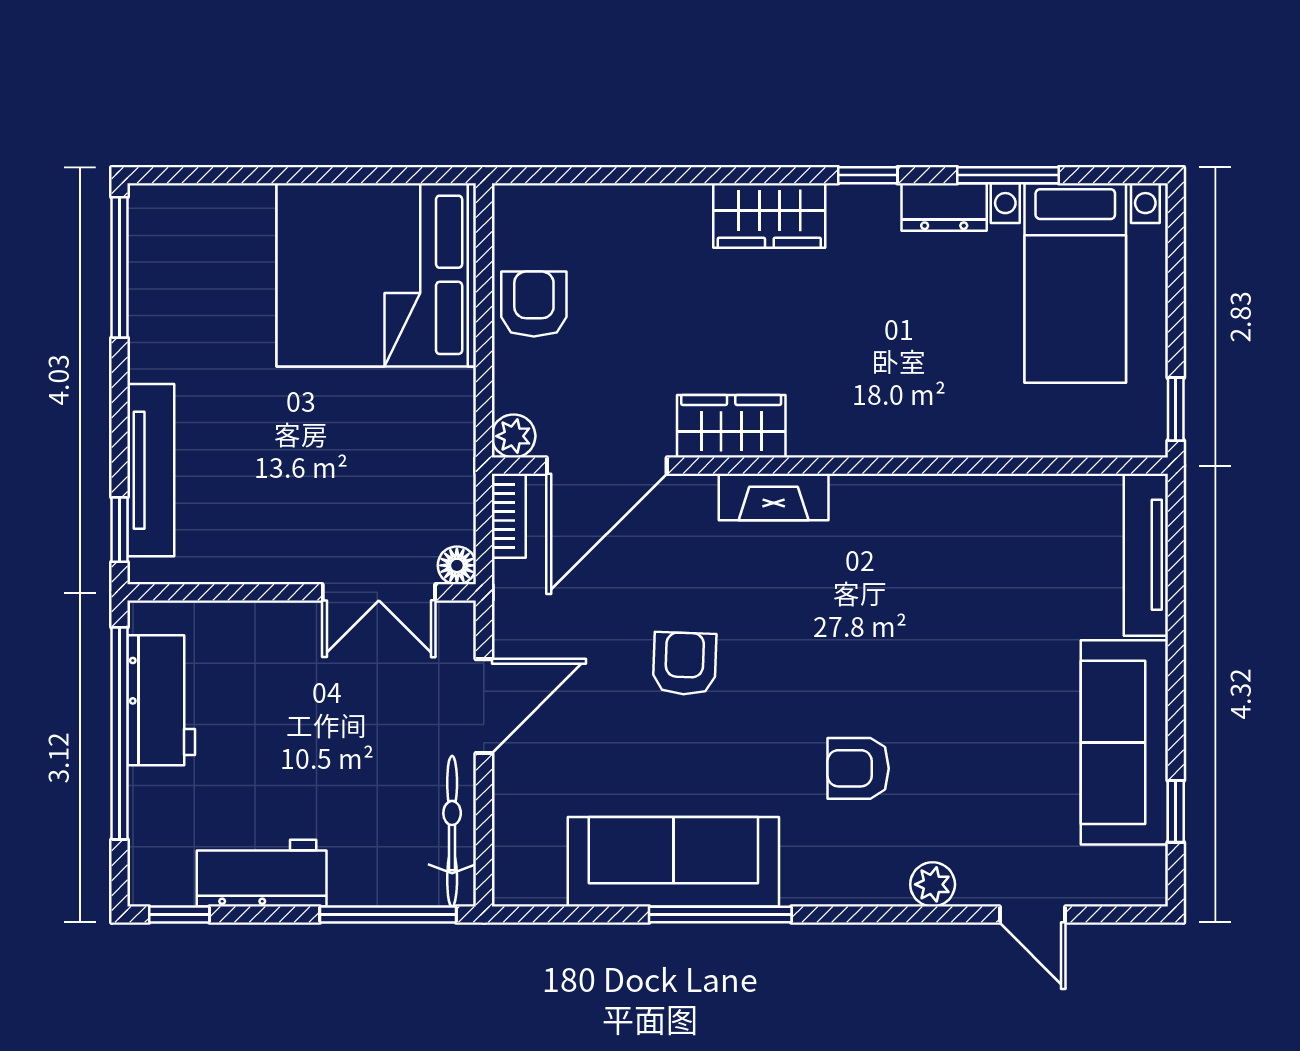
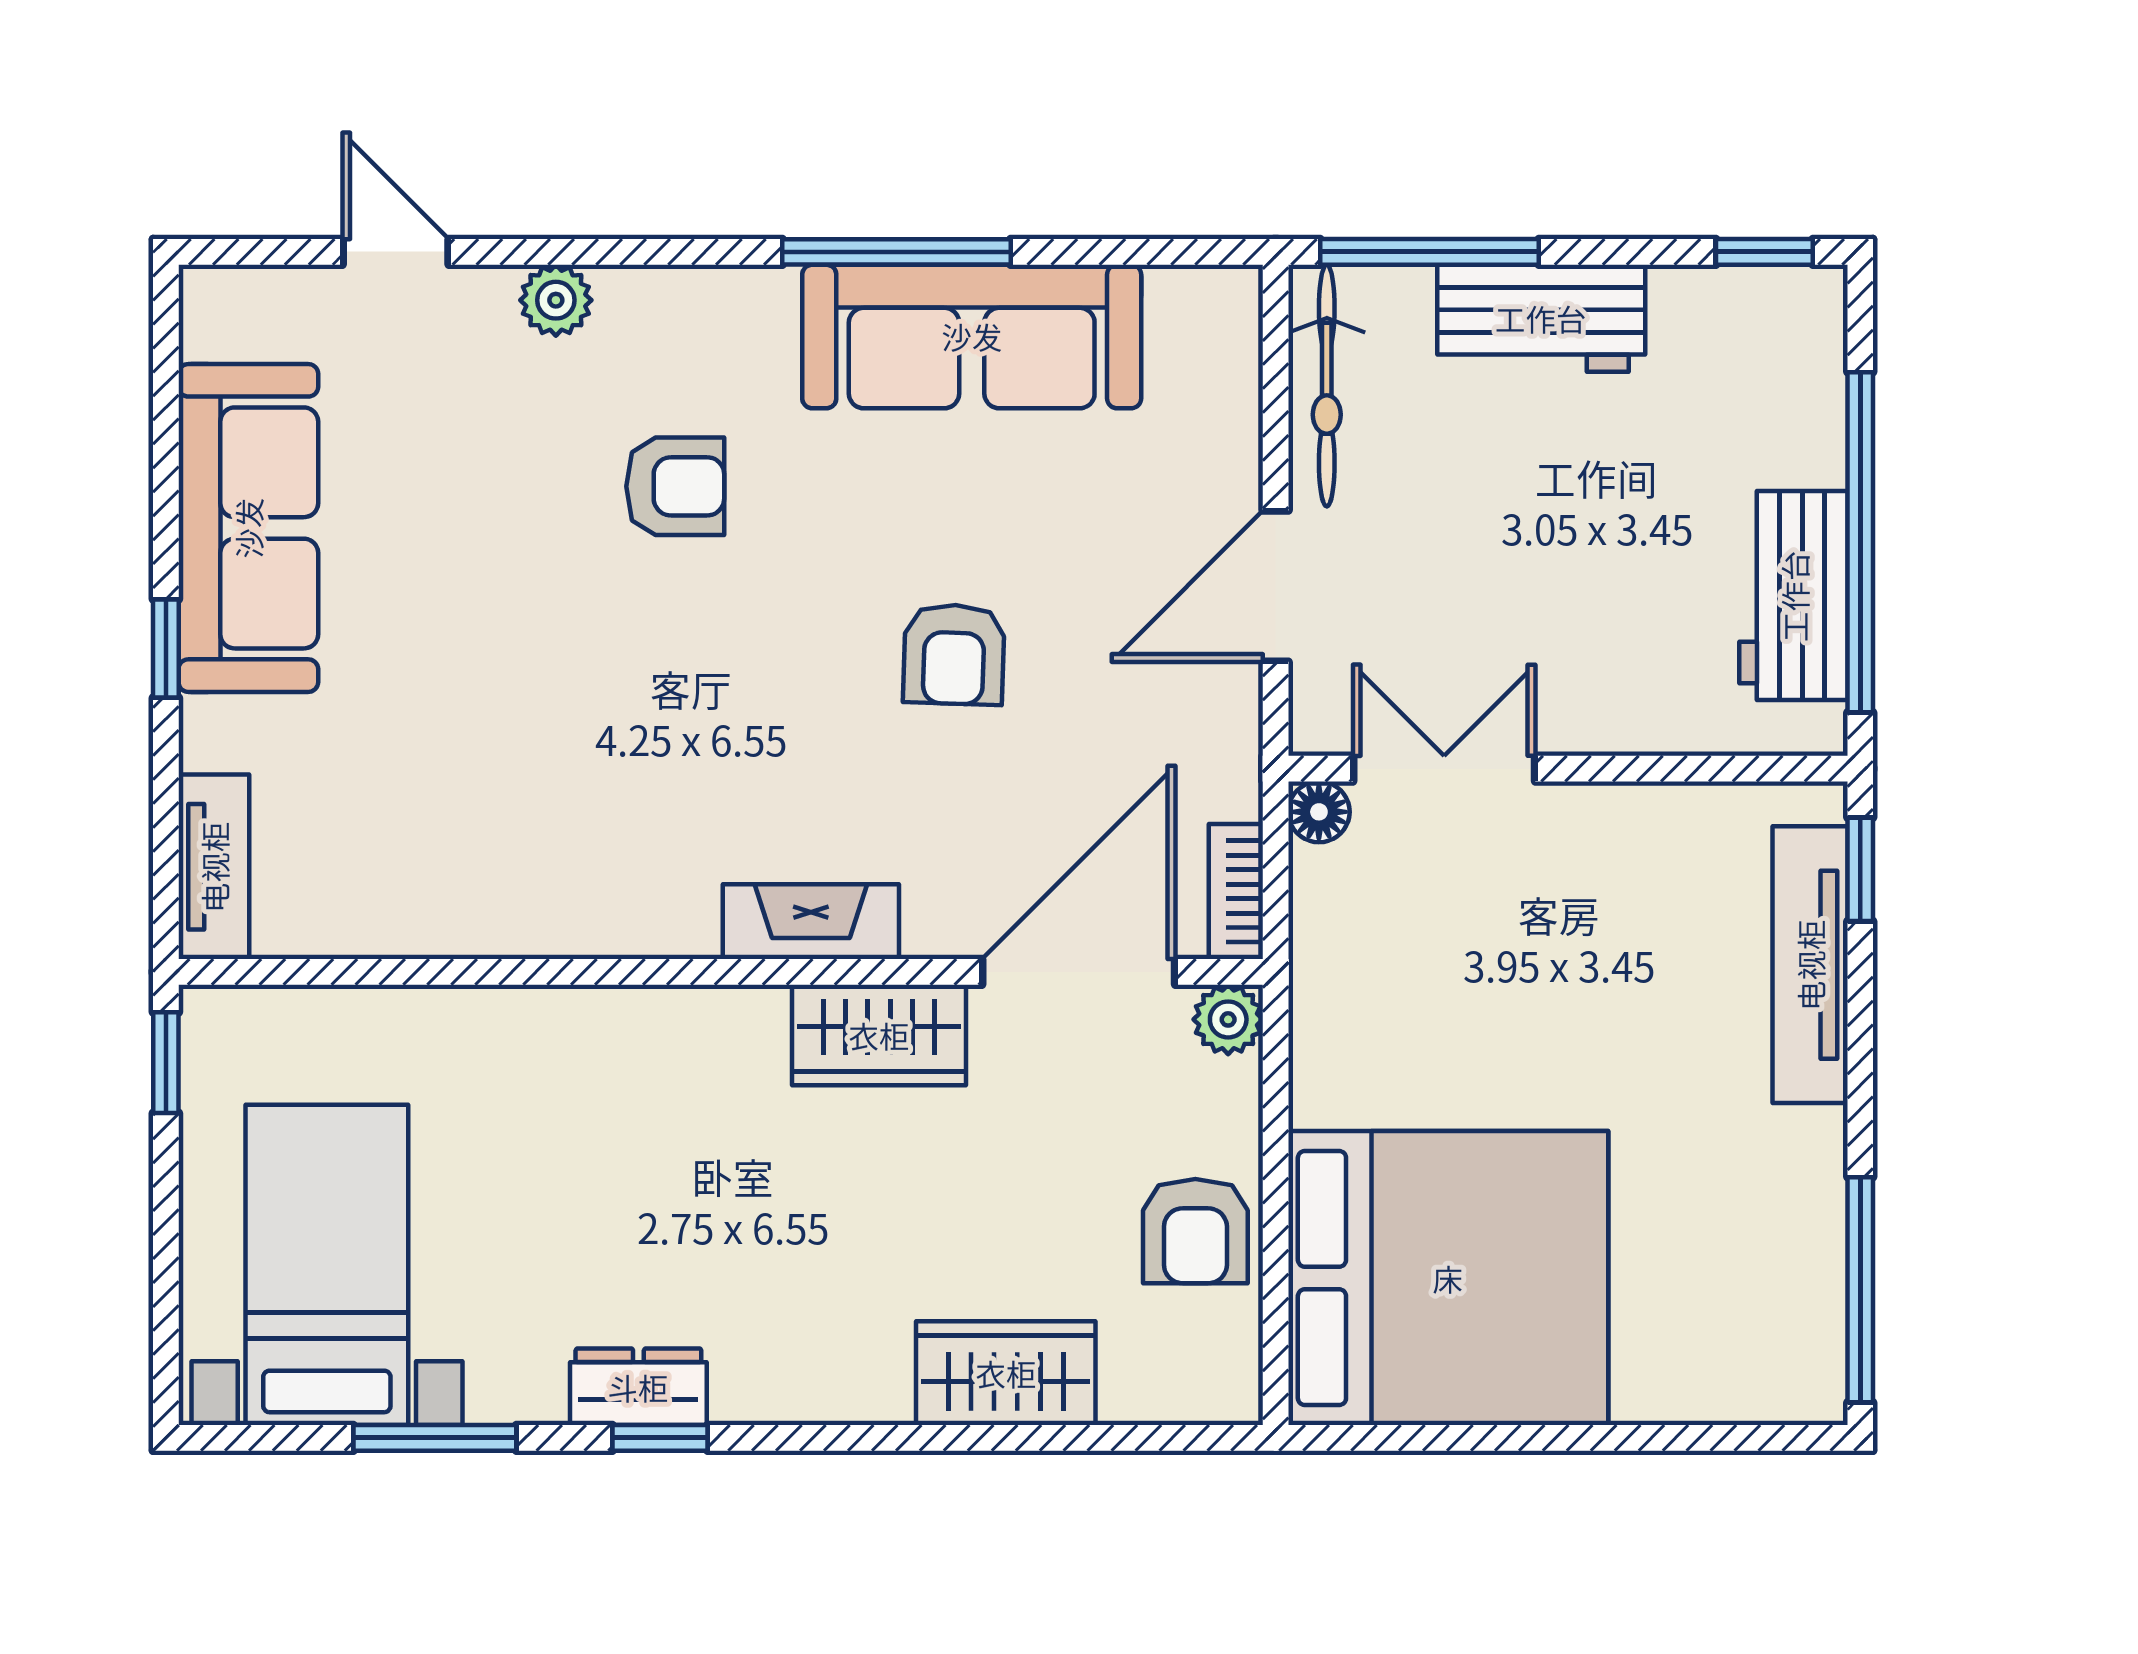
dresser: (944, 207) -> (638, 1387), moved
wardrobe: (769, 216) -> (1006, 1373), moved
tv unit: (1146, 555) -> (214, 867), width x0.71
window: (1176, 811) -> (166, 648), moved
workbench: (262, 873) -> (1541, 318), moved

